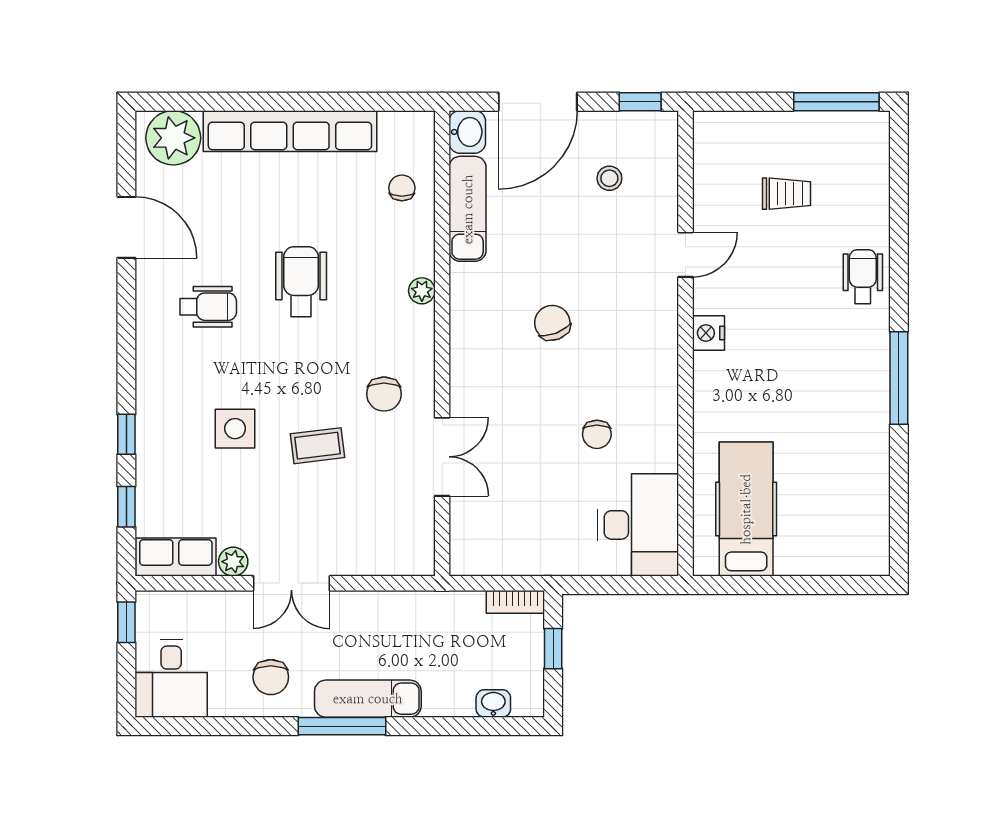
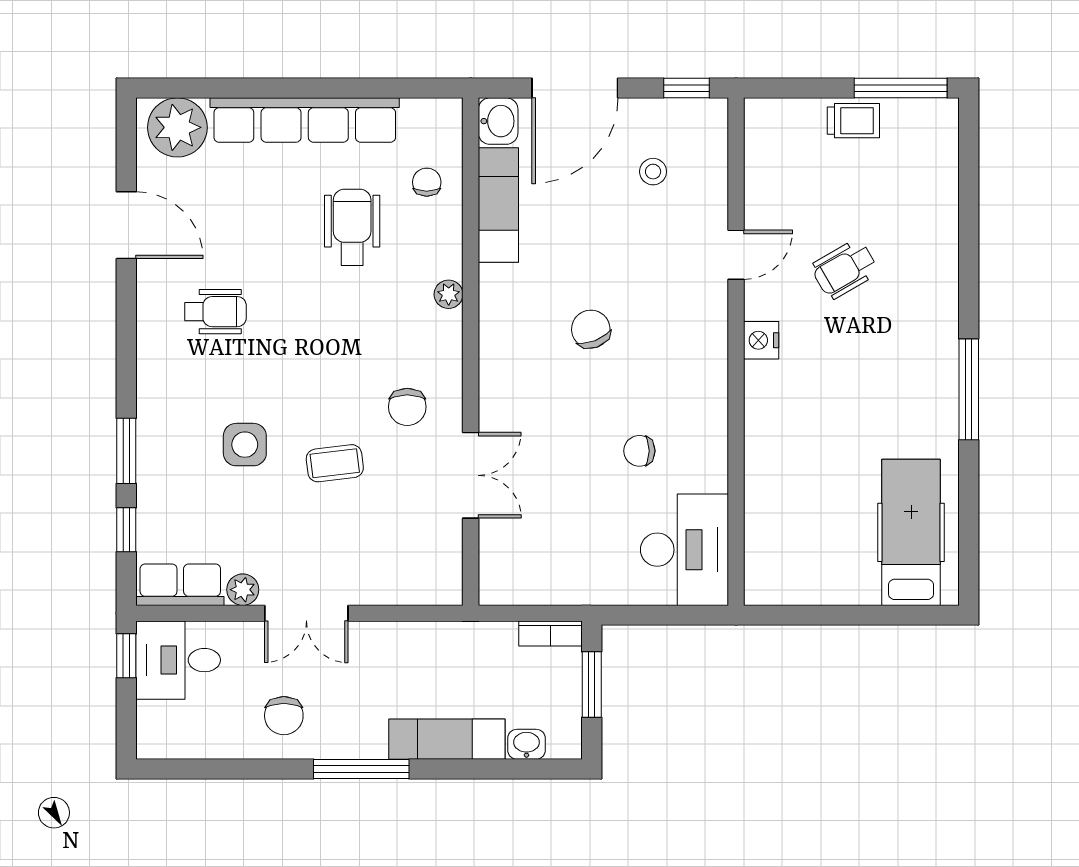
trolley: (786, 194) -> (853, 121), moved
wheelchair: (863, 277) -> (845, 269), moved, turned -120
wheelchair: (301, 282) -> (352, 227), moved
window: (126, 434) -> (126, 451), width x1.50
chair: (597, 434) -> (639, 451), turned 90
hospital bed: (746, 509) -> (911, 532), moved
window: (553, 649) -> (592, 685), width x1.50
desk: (171, 678) -> (178, 660), moved, turned 90
exam couch: (368, 699) -> (447, 739), moved

